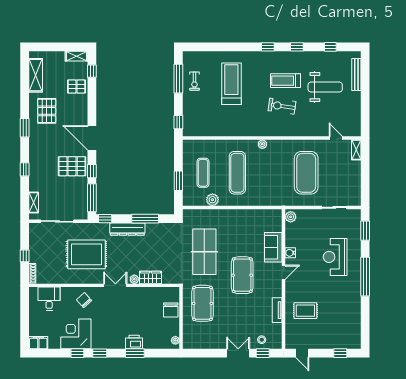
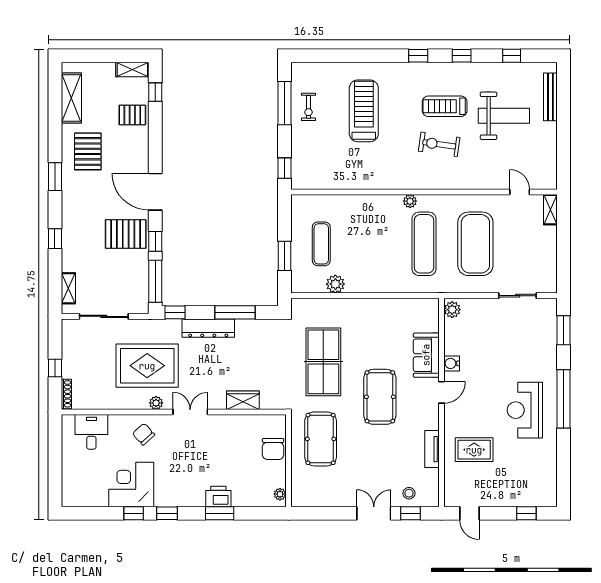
exercise mat: (237, 173) -> (424, 244), moved
reception desk: (335, 257) -> (525, 410), moved
plant: (134, 279) -> (156, 403), moved
filing cabinet: (38, 343) -> (75, 498), removed

